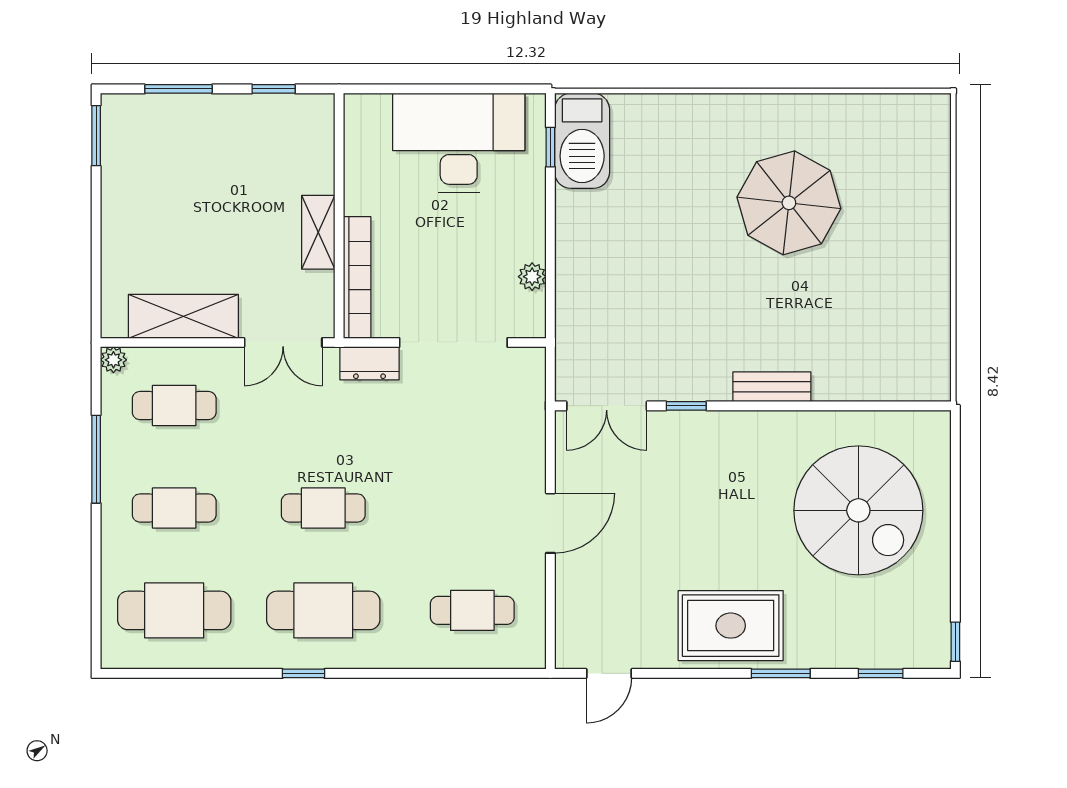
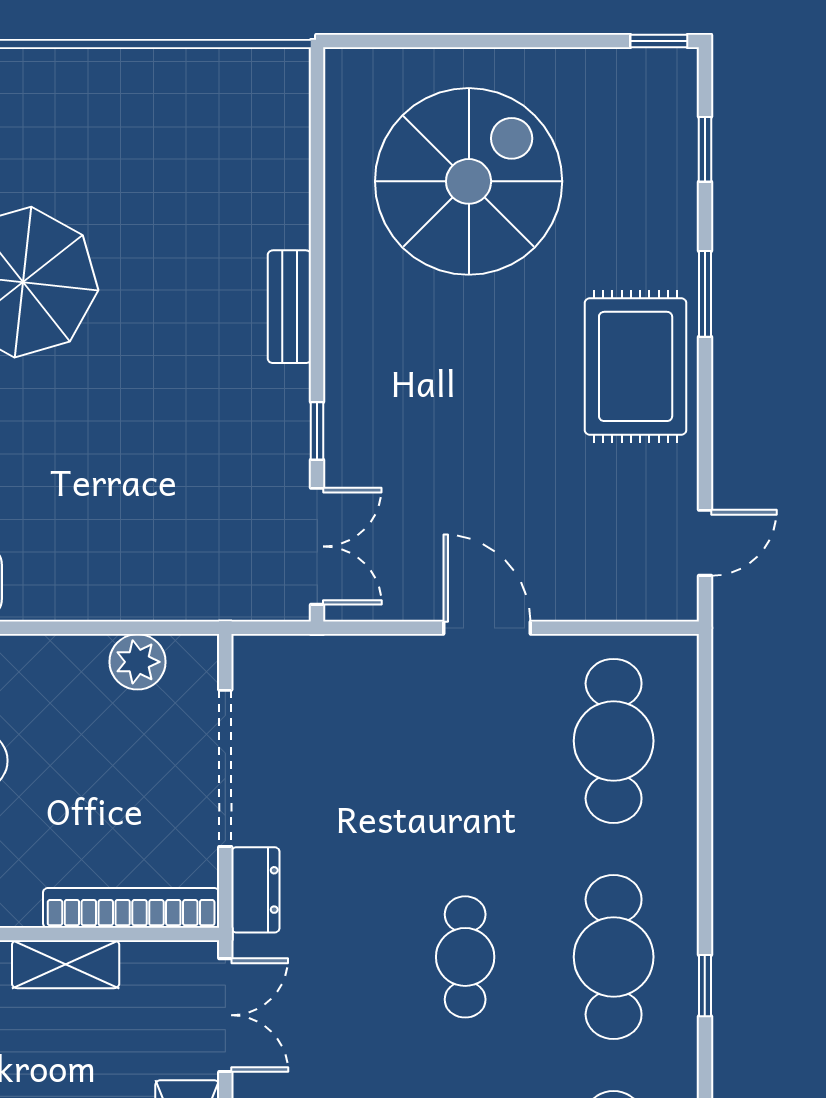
plant: (532, 277) -> (138, 662), width x1.38, depth x1.38
cafe table: (472, 610) -> (614, 741), width x1.37, depth x1.35
door: (609, 673) -> (705, 543), hinge flipped

